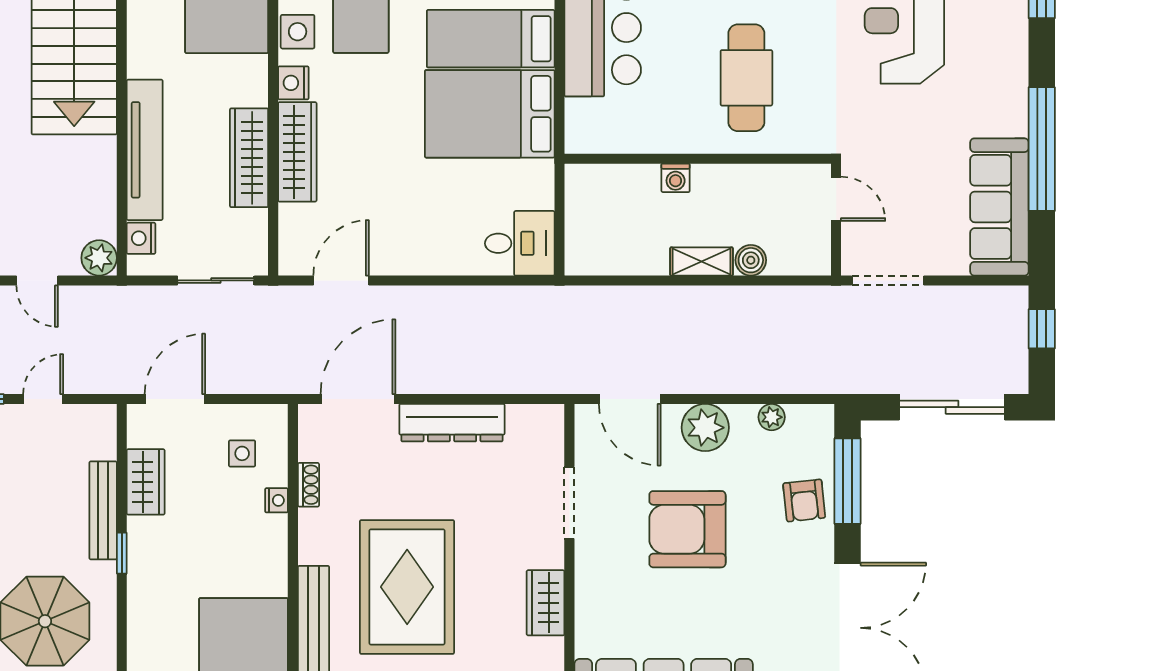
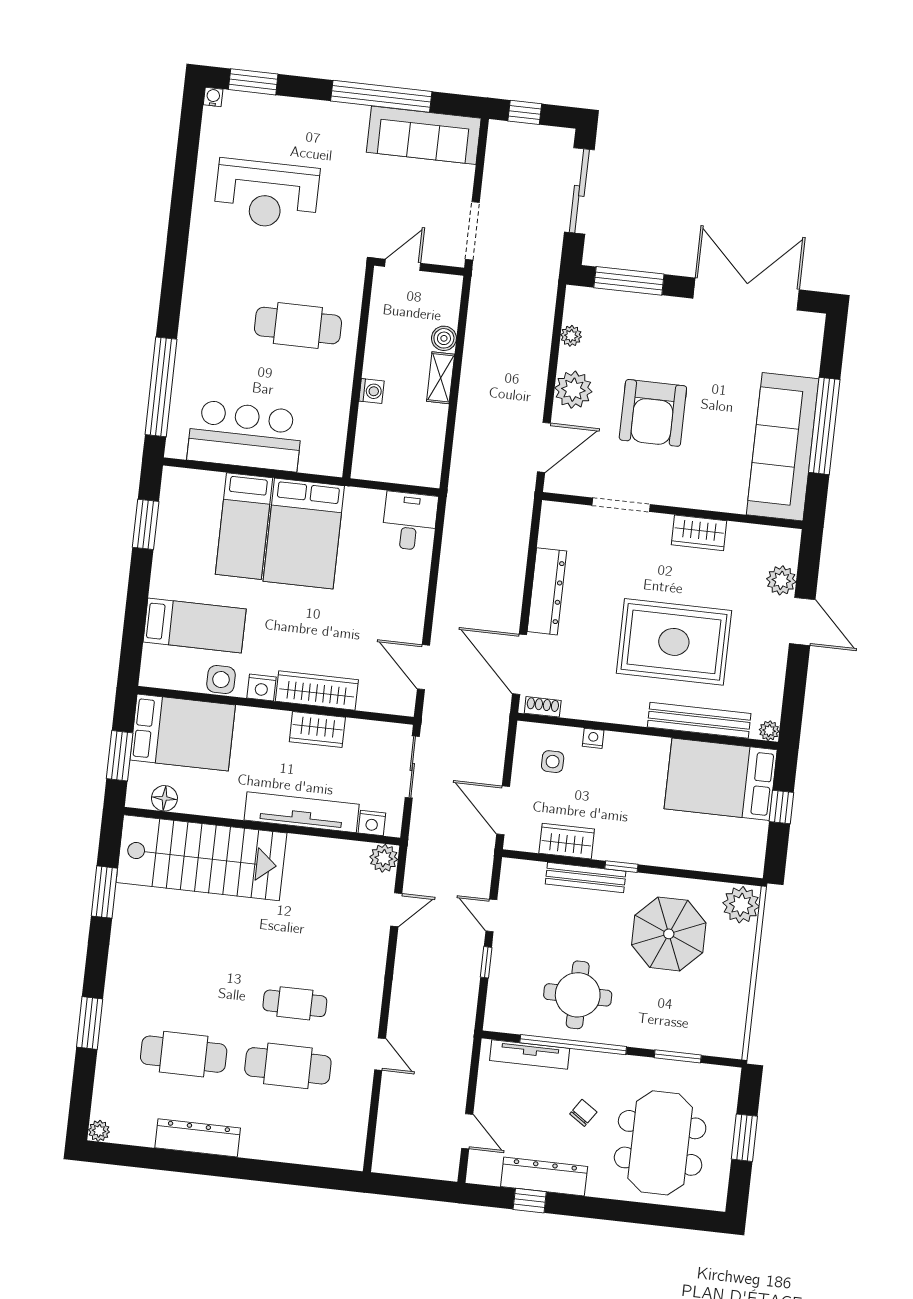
wardrobe: (249, 158) -> (317, 730), width x0.67
shoe rack: (308, 485) -> (543, 707), moved
armchair: (804, 501) -> (640, 317), removed

